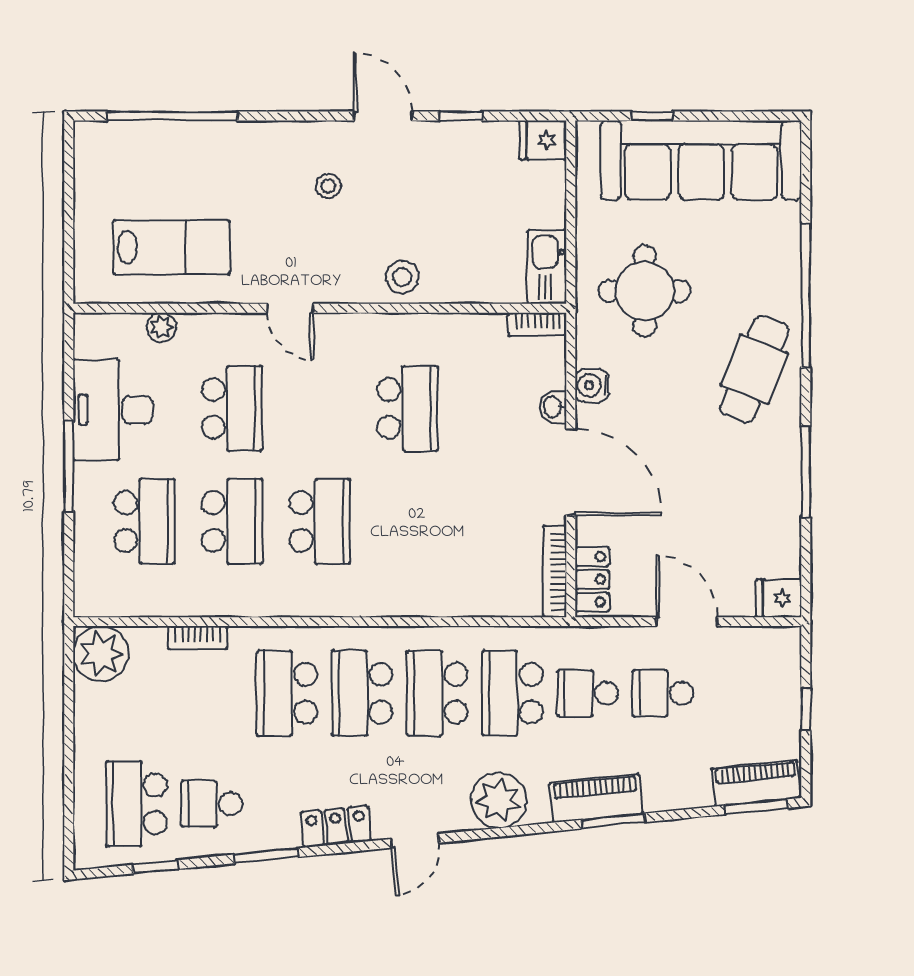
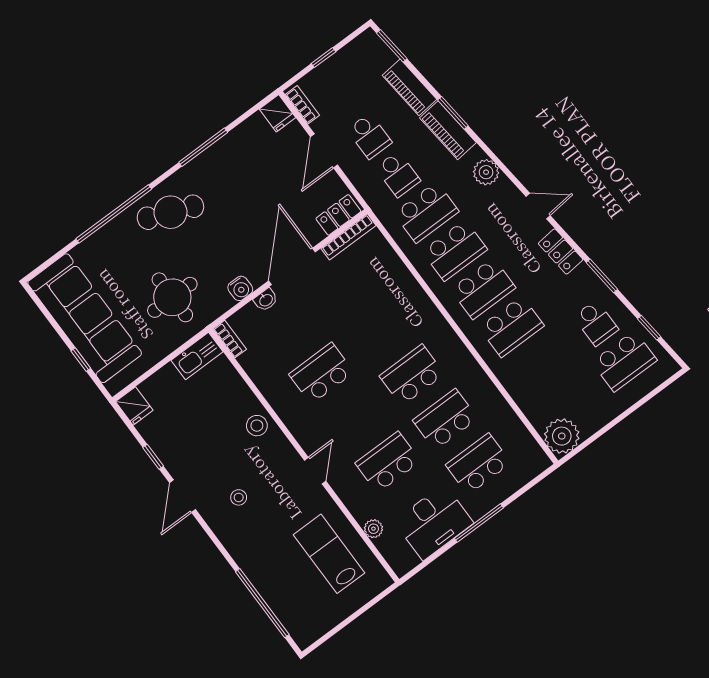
bookcase: (198, 638) -> (302, 105), moved
piano: (756, 783) -> (409, 87), moved
plant: (499, 800) -> (486, 172), width x0.73, depth x0.73

